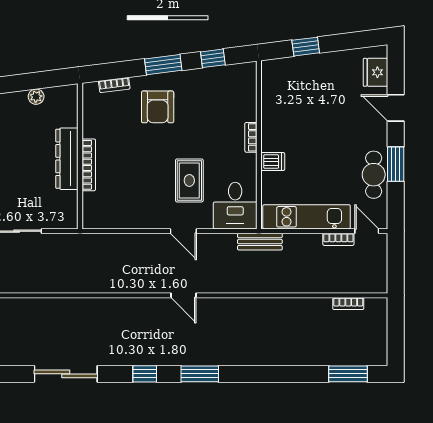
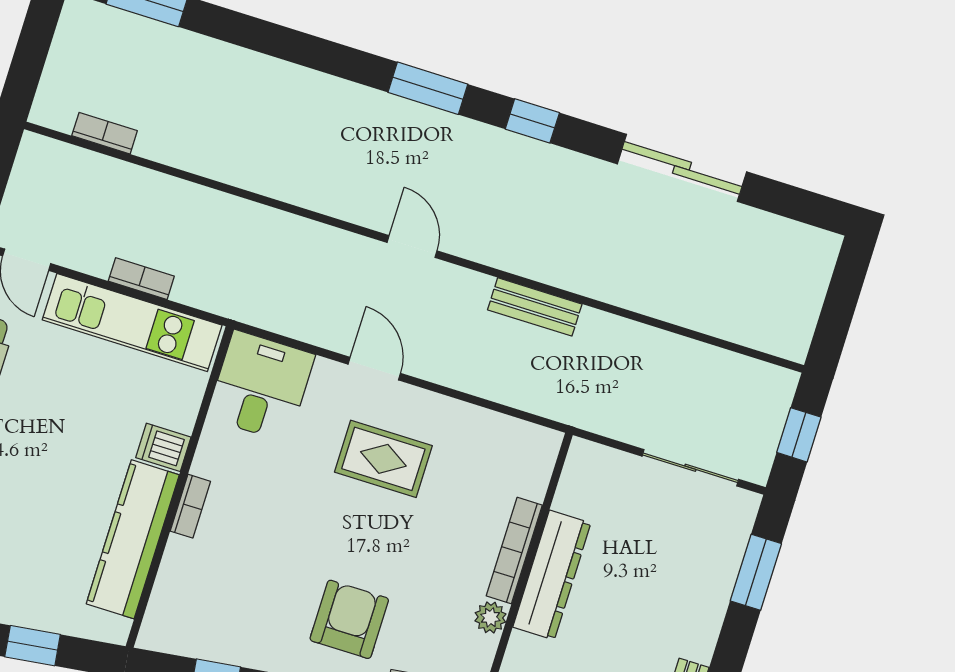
kitchen counter: (274, 113) -> (133, 539), added
plant: (90, 129) -> (490, 617), added
rug: (189, 180) -> (383, 459), moved, turned 90
bookcase: (338, 239) -> (141, 279), moved
bench: (260, 242) -> (535, 307), moved

